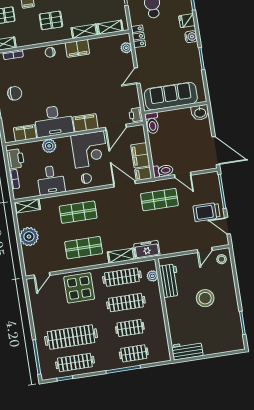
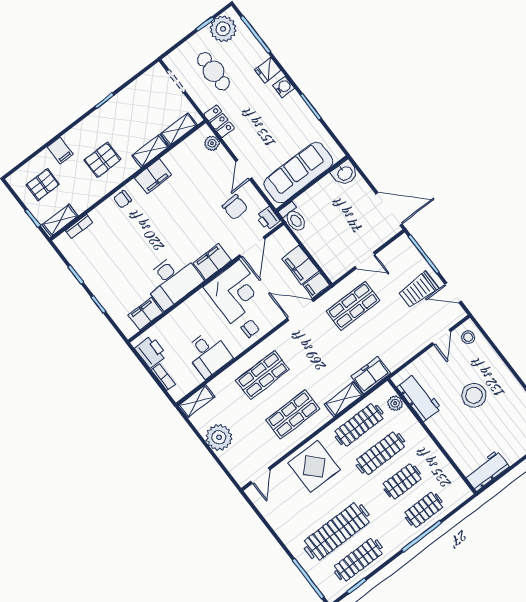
chair: (15, 93) -> (235, 207), moved, turned 87
plant: (49, 146) -> (183, 314), removed
toilet: (163, 171) -> (338, 268), removed

